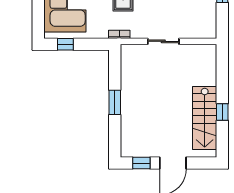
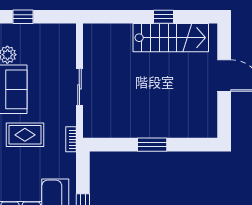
window: (141, 163) -> (224, 113), removed

